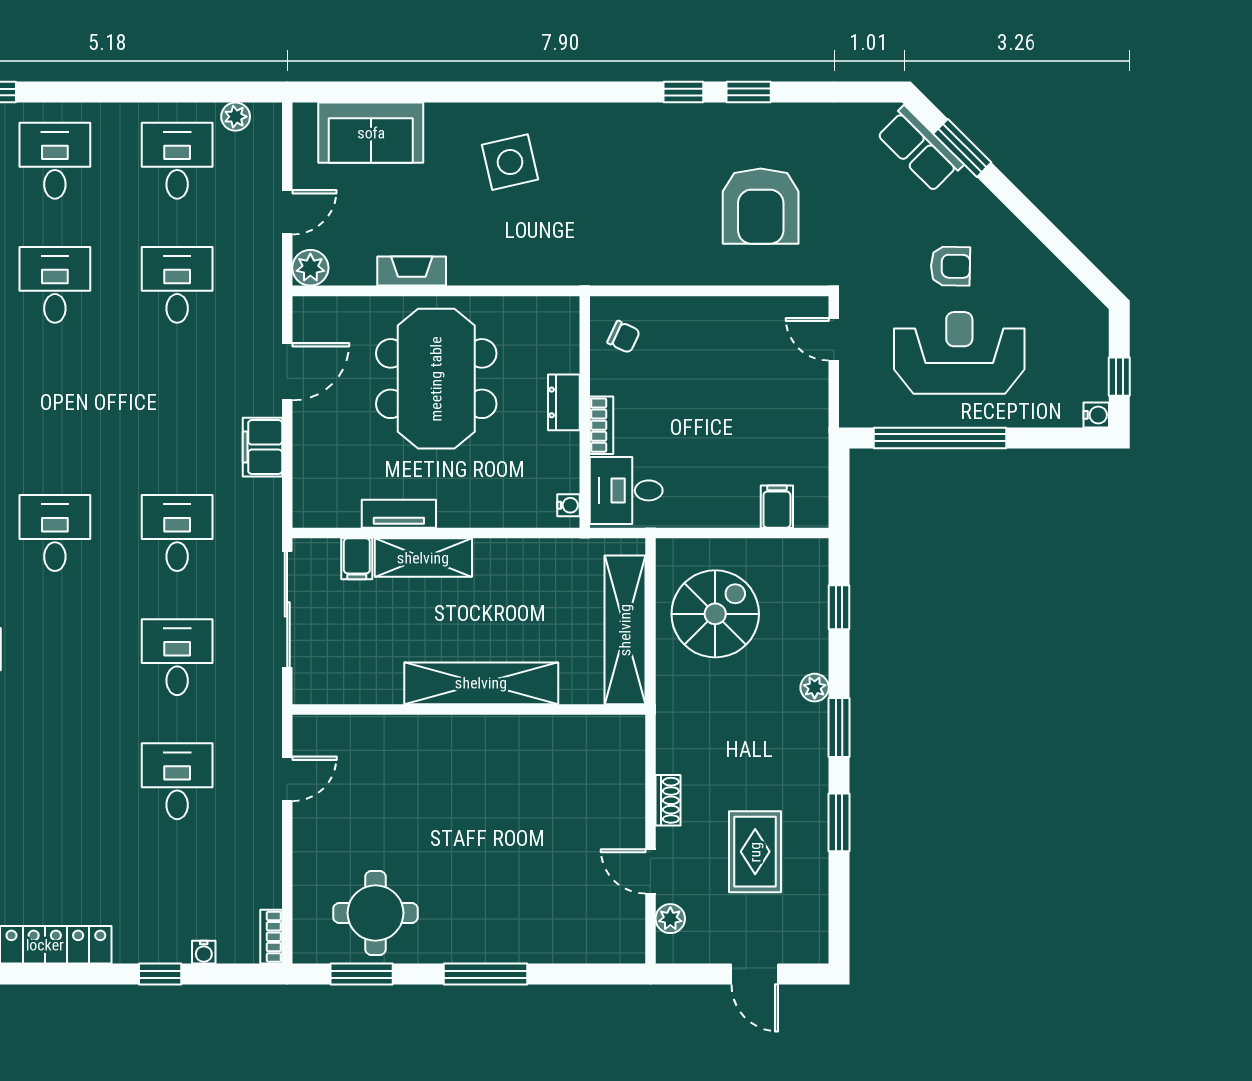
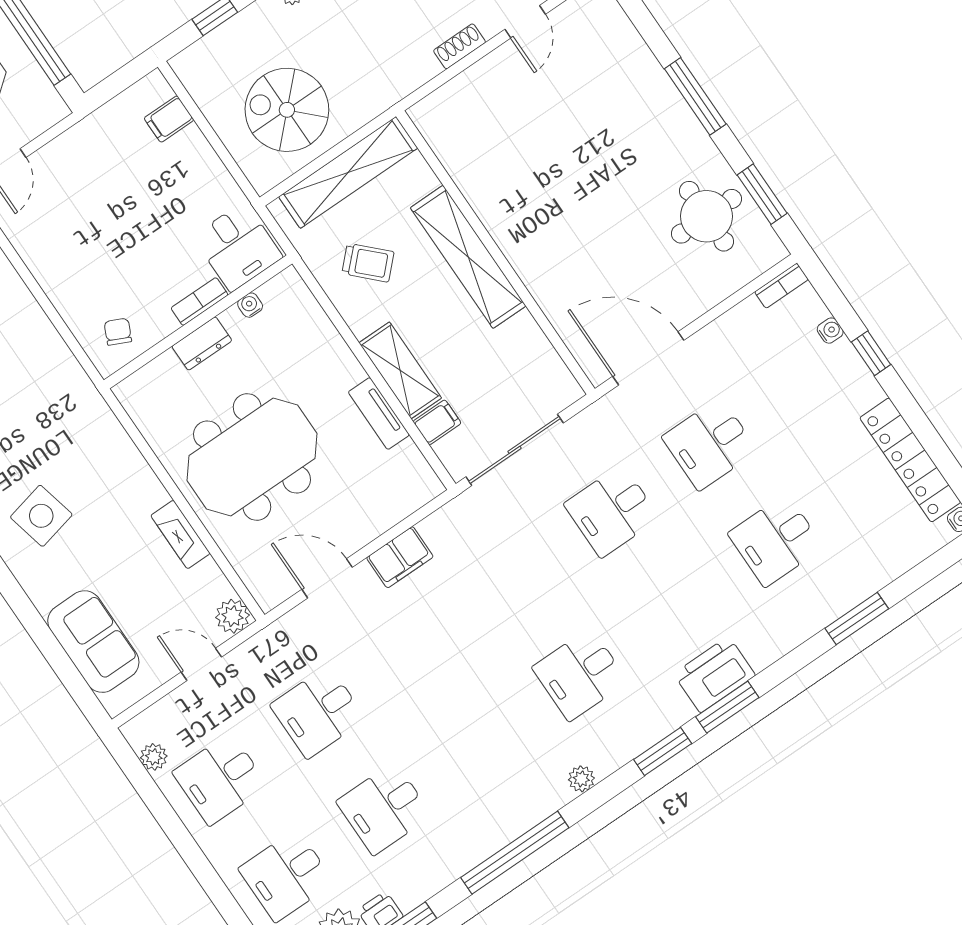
water cooler: (568, 505) -> (250, 305), moved
desk: (177, 533) -> (776, 540), moved
trolley: (535, 593) -> (368, 263), added
door: (287, 779) -> (648, 358), width x1.88

